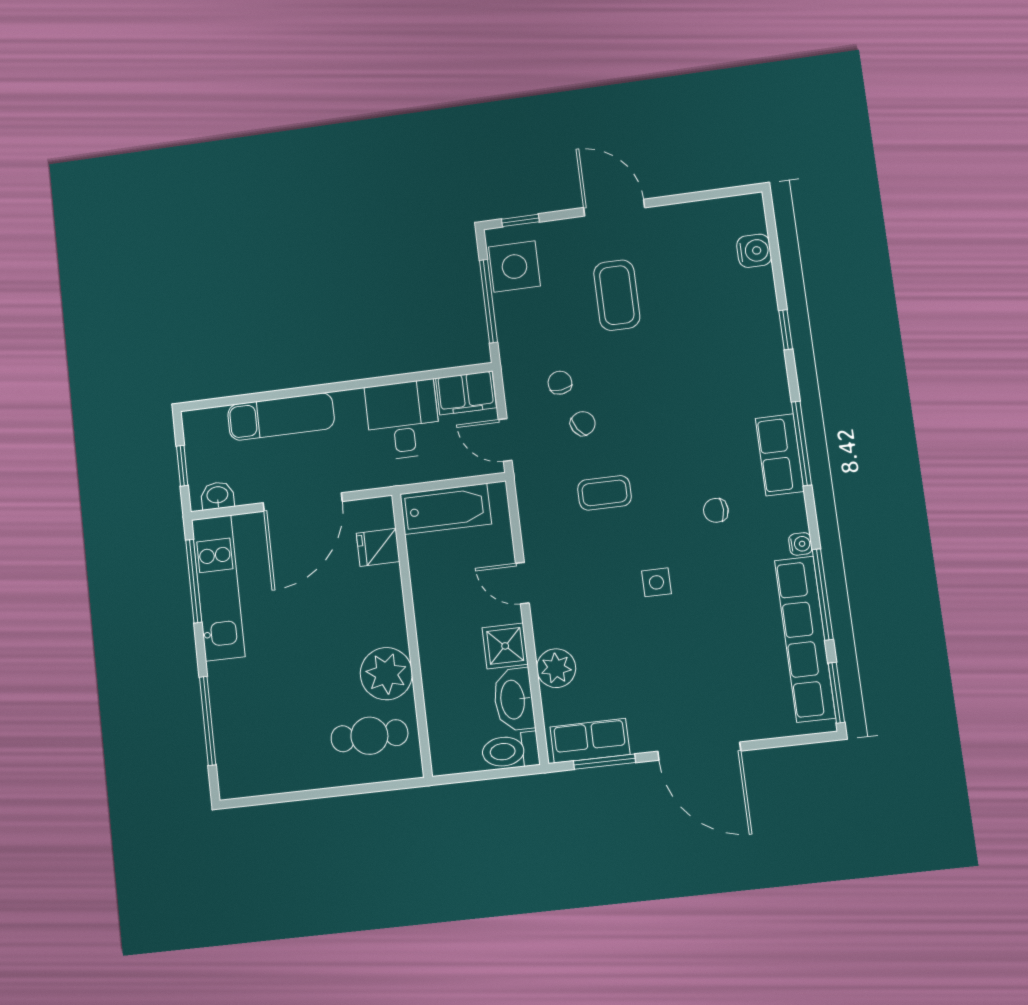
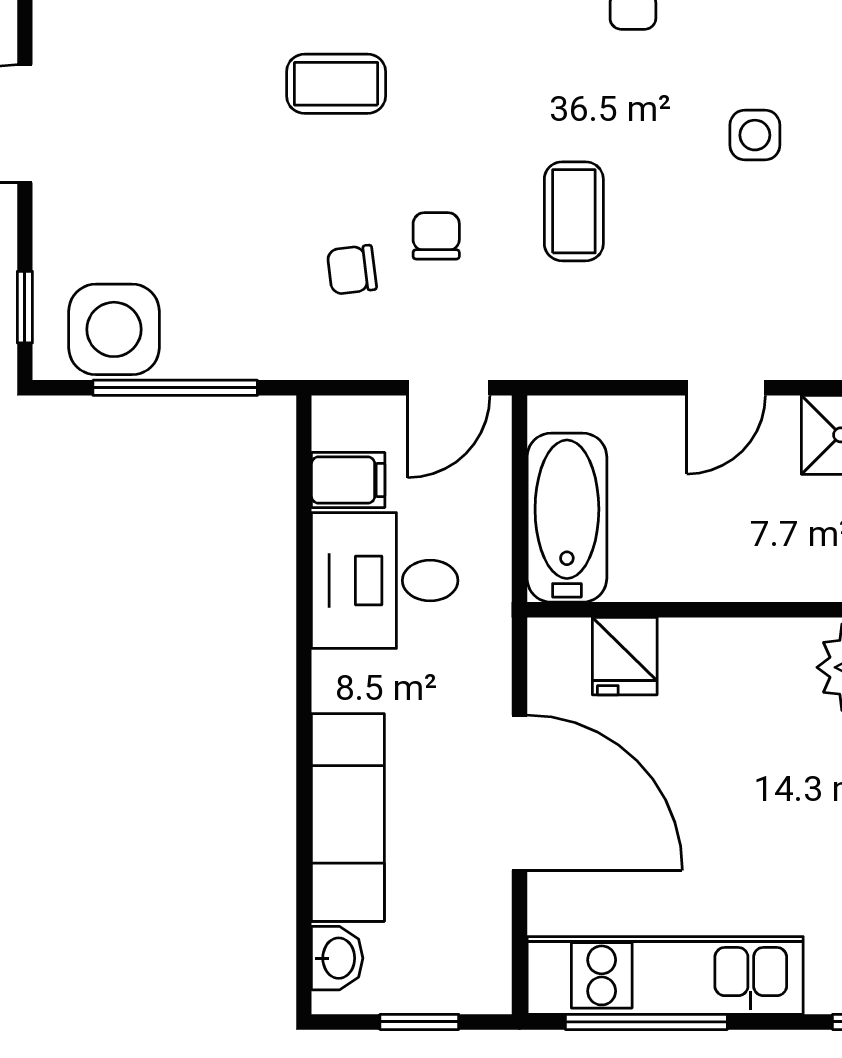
coffee table: (617, 295) -> (336, 84), moved, width x0.73, depth x0.77
filing cabinet: (466, 393) -> (348, 480), width x0.50
chair: (583, 424) -> (436, 236), turned 34
washbasin: (217, 496) -> (337, 958), moved, turned 180

